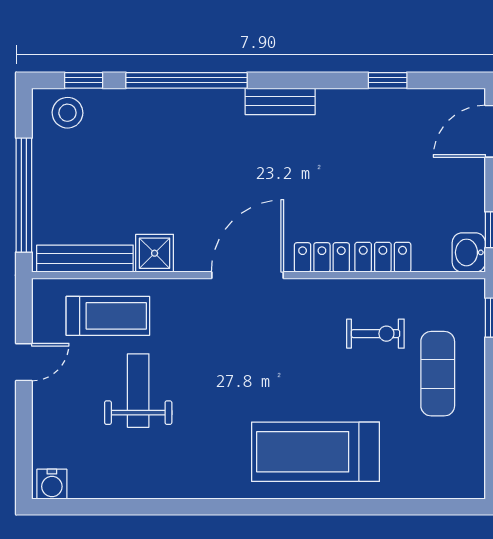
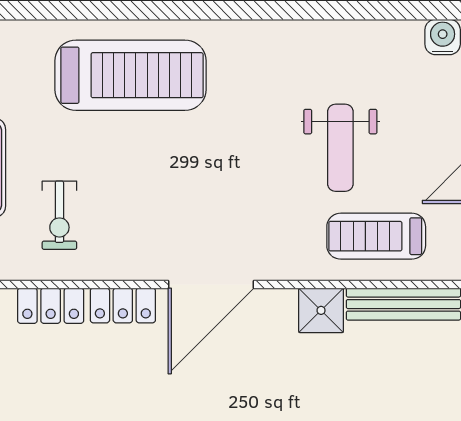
exercise bike: (375, 334) -> (59, 215), turned -90

